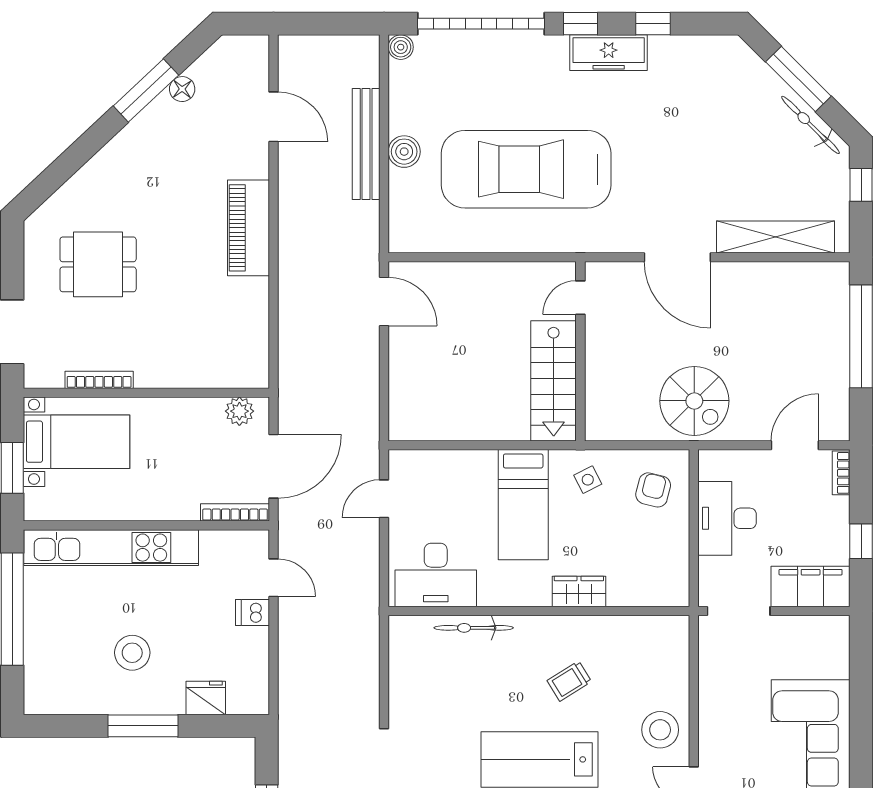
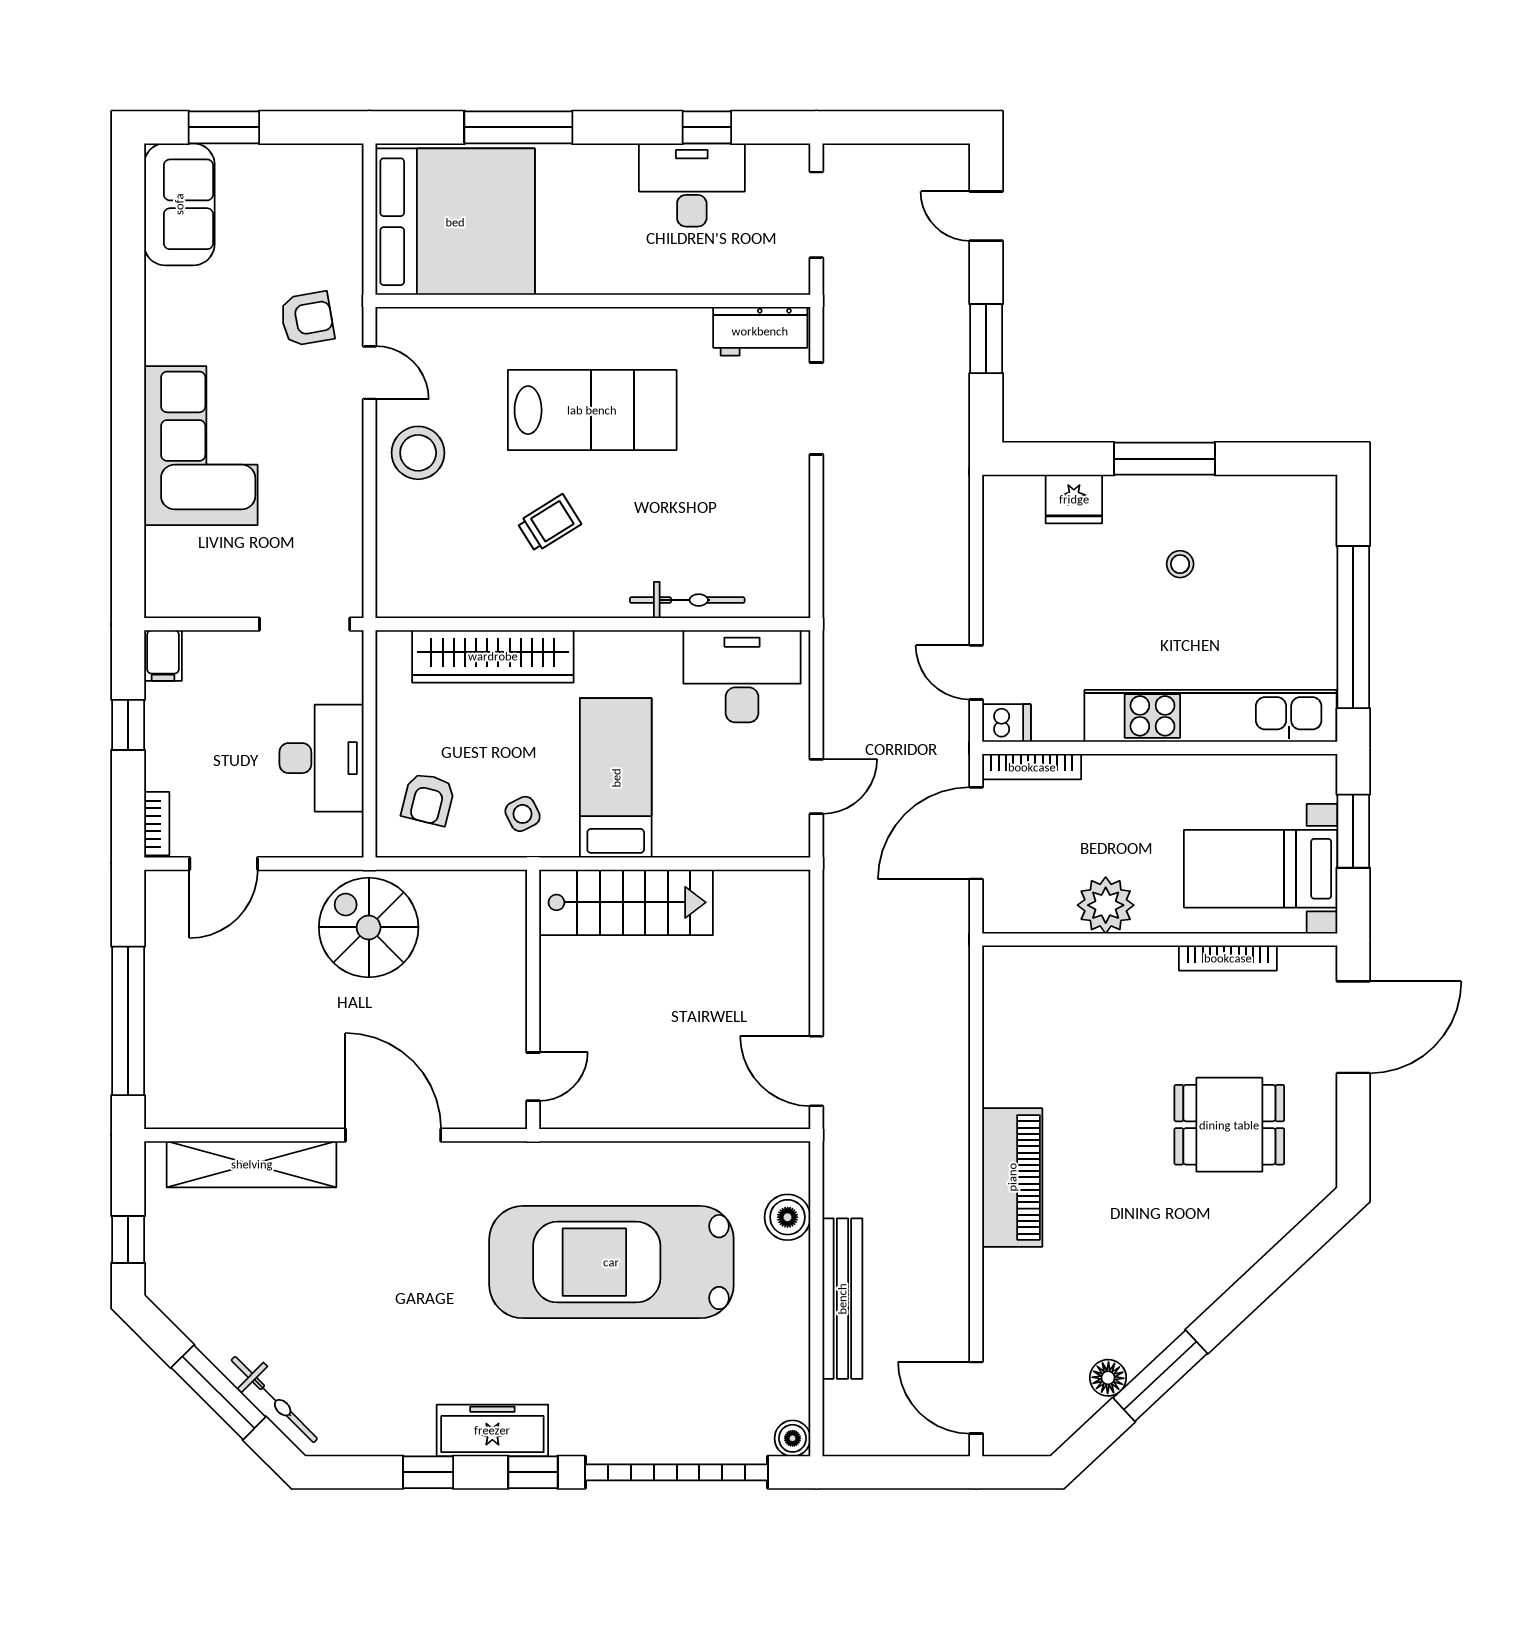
door: (274, 117) -> (976, 1398), moved
bicycle: (811, 125) -> (274, 1399), moved
boiler: (404, 152) -> (788, 1217), moved
car: (526, 169) -> (611, 1262), turned 180
stairs: (554, 381) -> (626, 902), moved, turned 90
plant: (239, 411) -> (1106, 905), moved, width x1.36, depth x1.36
filing cabinet: (811, 586) -> (163, 655), width x0.33, depth x0.86
wardrobe: (579, 591) -> (493, 656), width x2.10, depth x1.17
dishwasher: (252, 612) -> (1006, 723), moved
stool: (132, 653) -> (1180, 564), width x0.53, depth x0.53

